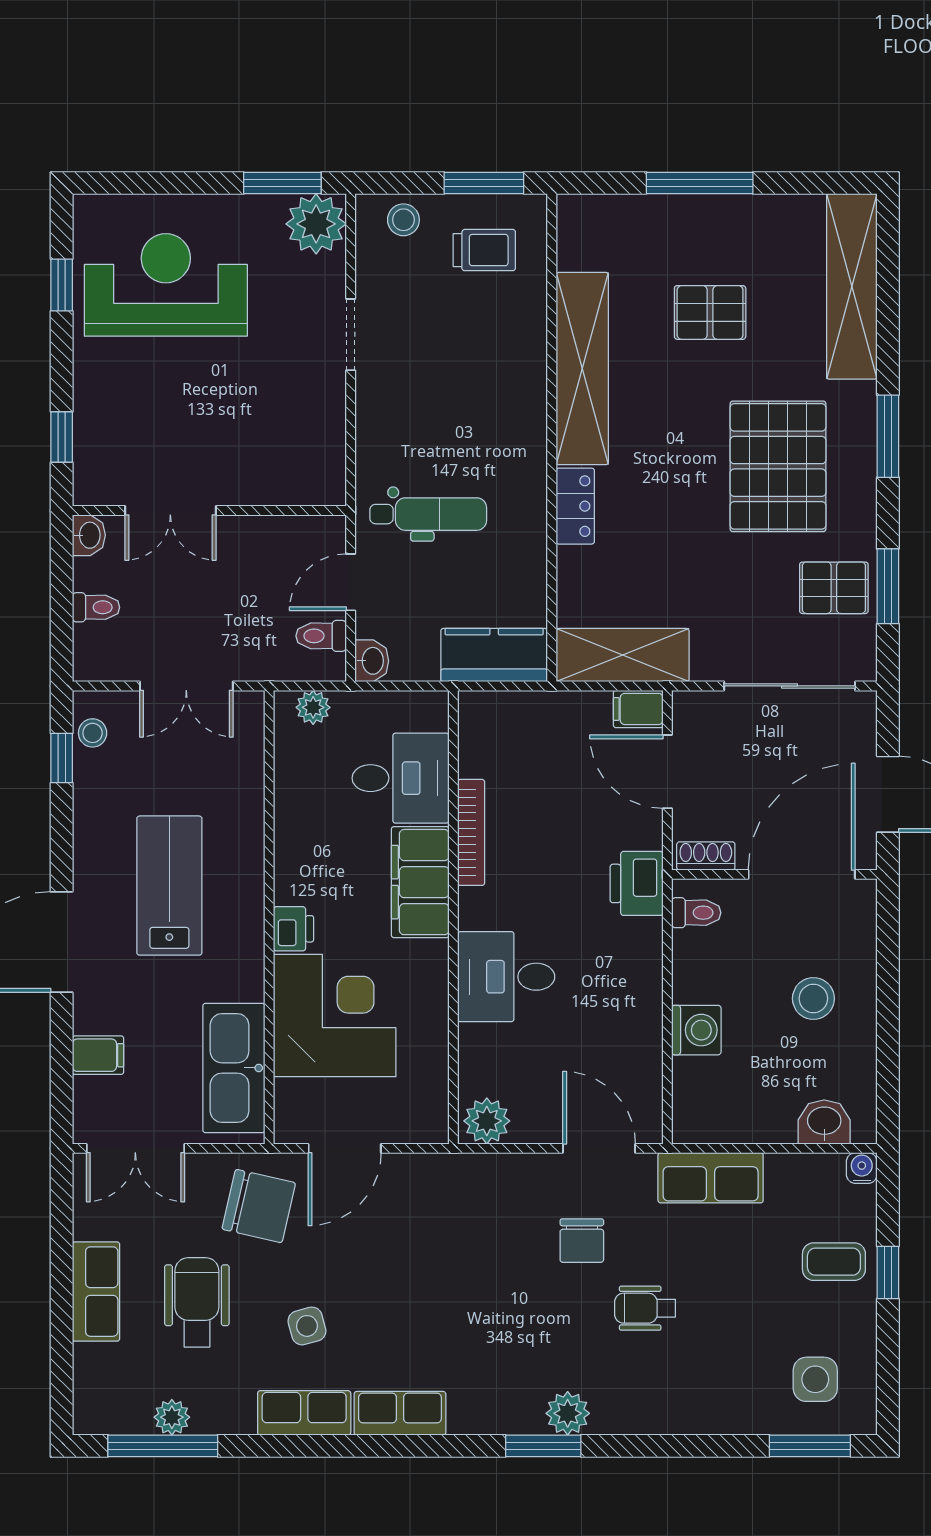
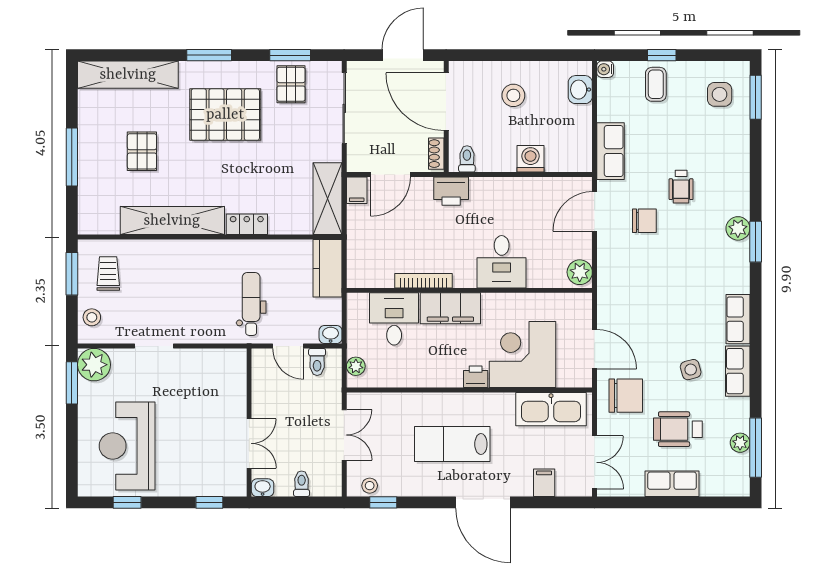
chair: (259, 1206) -> (626, 396), turned 77

